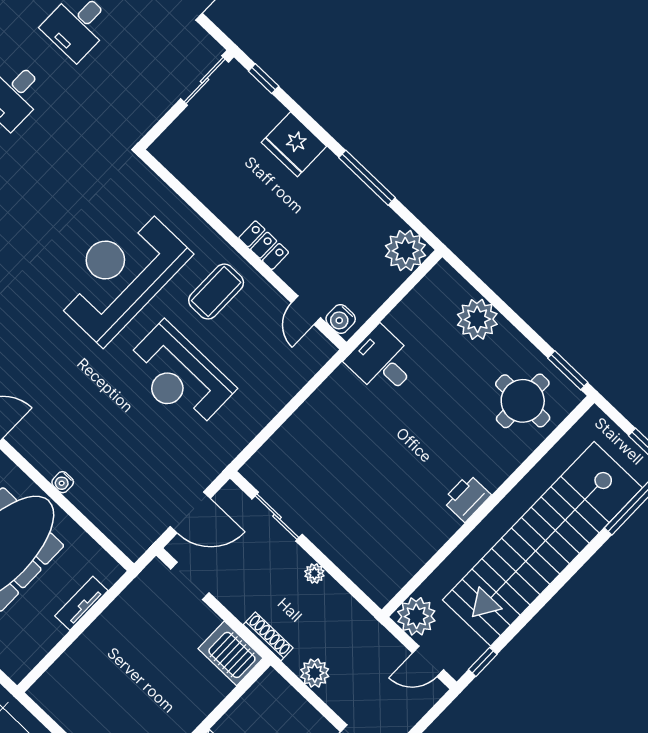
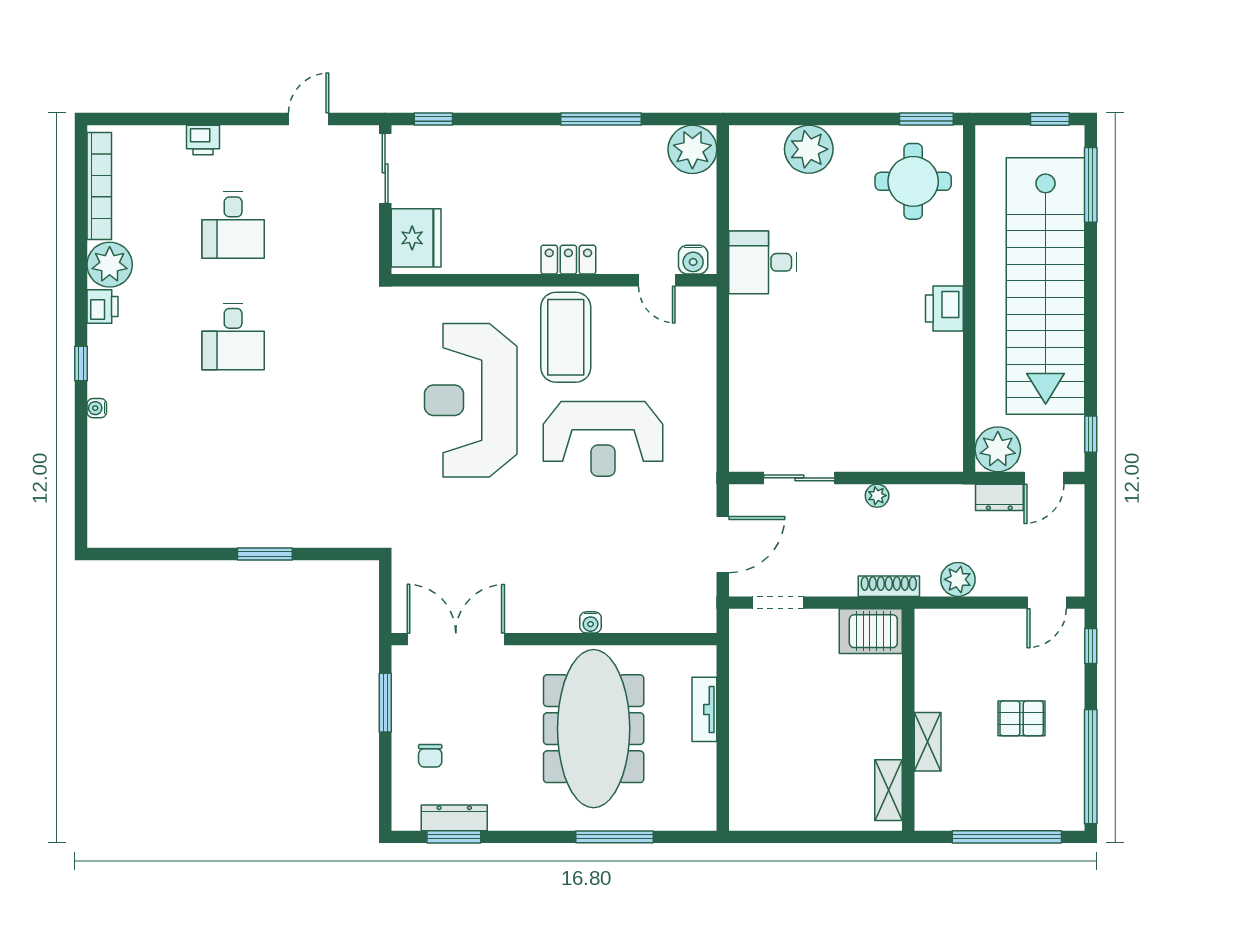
fridge: (294, 144) -> (416, 238), moved, turned -90
coffee table: (216, 292) -> (566, 337), width x1.36, depth x1.32
dresser: (389, 647) -> (999, 497), added

